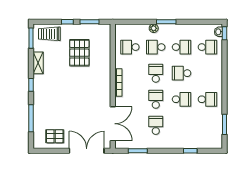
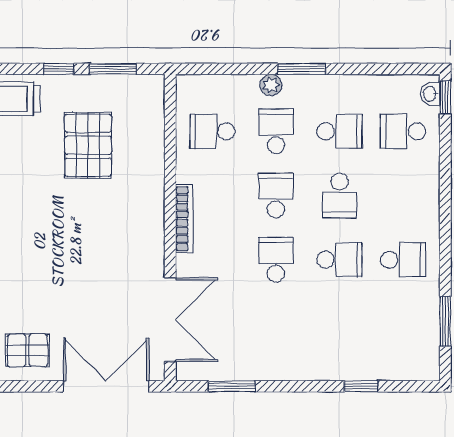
school desk: (156, 47) -> (276, 131), turned 90
school desk: (207, 47) -> (403, 131), turned 180
school desk: (182, 73) -> (340, 196), turned -90
school desk: (156, 125) -> (276, 324), removed

